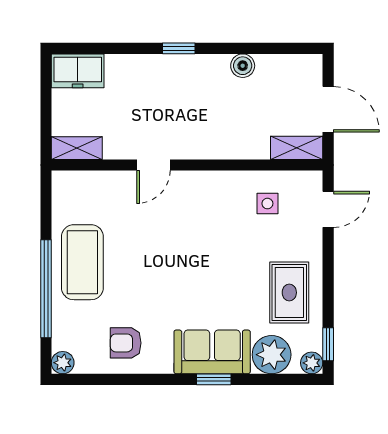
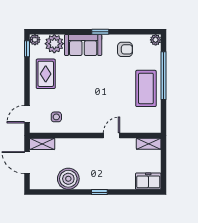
boiler: (243, 66) -> (68, 179), width x1.86, depth x1.86
window: (214, 379) -> (100, 32), moved

